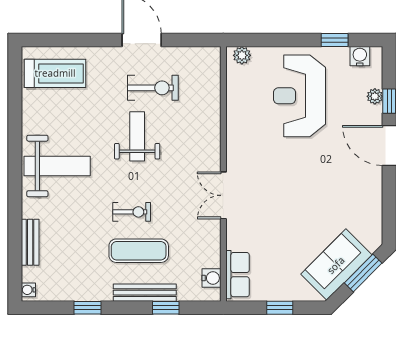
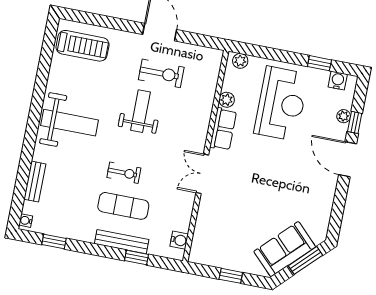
reception desk: (299, 96) -> (281, 104), turned 180
plant: (235, 104) -> (227, 100), added
row of seats: (237, 275) -> (223, 129), moved
window: (87, 308) -> (54, 241), moved

